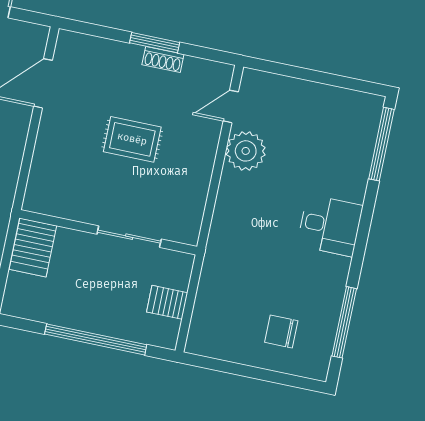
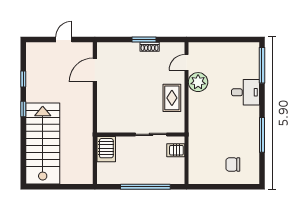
rug: (132, 139) -> (172, 98), moved, turned 90
desk: (330, 225) -> (246, 92), moved
server rack: (167, 302) -> (176, 150), moved
window: (344, 322) -> (262, 135), moved

